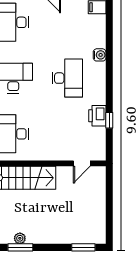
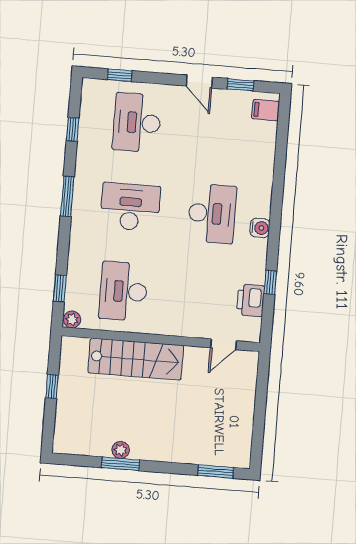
water cooler: (100, 55) -> (260, 228), moved
printer: (97, 116) -> (251, 300), moved

